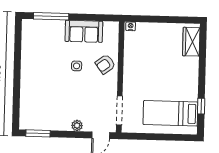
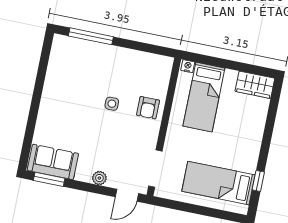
sofa: (84, 31) -> (53, 162), moved, turned 180
wardrobe: (191, 42) -> (255, 85), moved, turned -90
bed: (147, 48) -> (204, 97), added
armchair: (105, 64) -> (148, 108), turned -53

